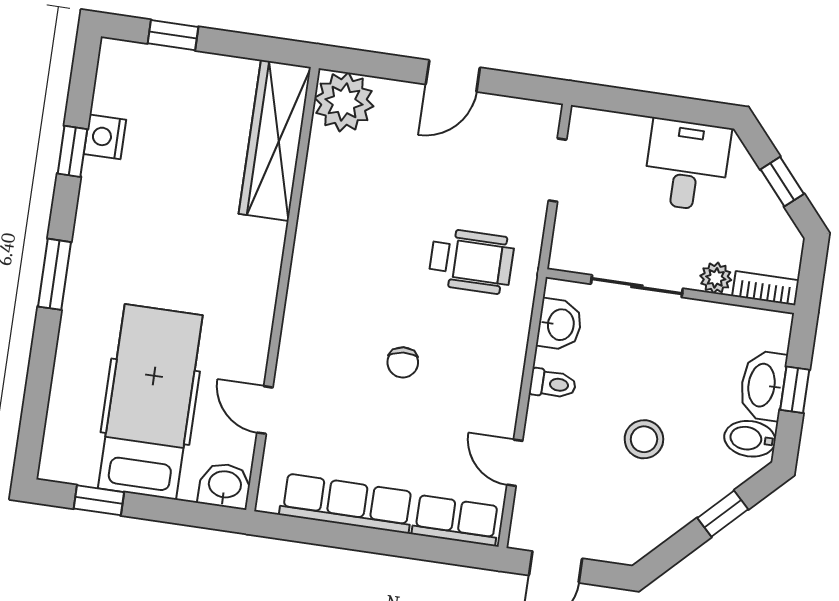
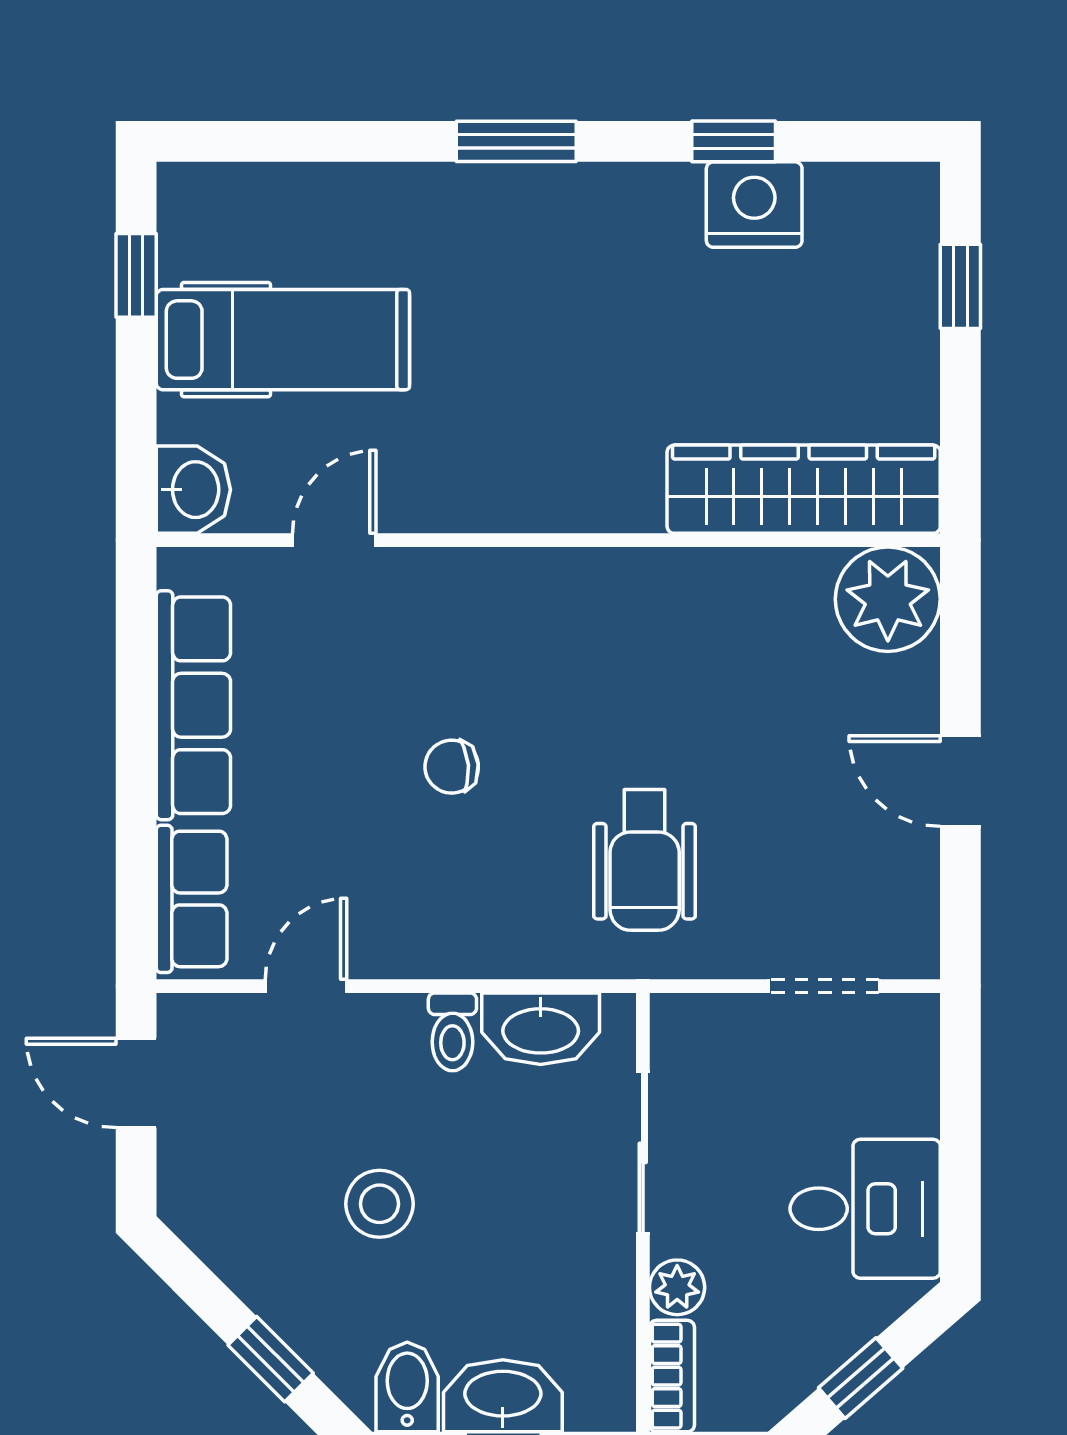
nightstand: (105, 137) -> (754, 205), width x1.36, depth x1.33
washbasin: (560, 324) -> (541, 1029), width x1.38
hospital bed: (150, 402) -> (283, 340), width x0.73, depth x0.78

